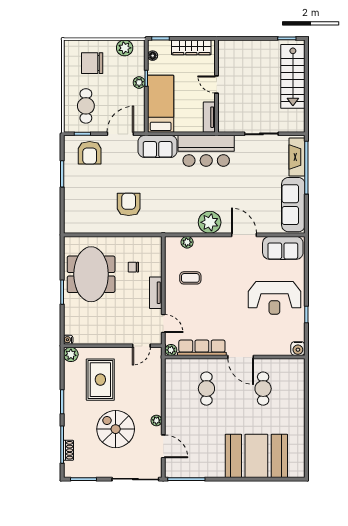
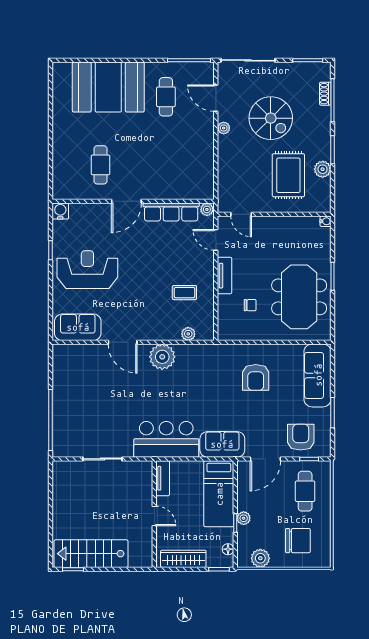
stairs: (293, 76) -> (91, 554), moved, turned -90
fireplace: (297, 157) -> (61, 432), removed
sofa: (293, 205) -> (318, 375), moved, turned 180
door: (141, 346) -> (241, 214), swing flipped
plant: (71, 354) -> (323, 169), moved
door: (241, 357) -> (126, 201), swing flipped
cafe table: (206, 389) -> (166, 97), moved

